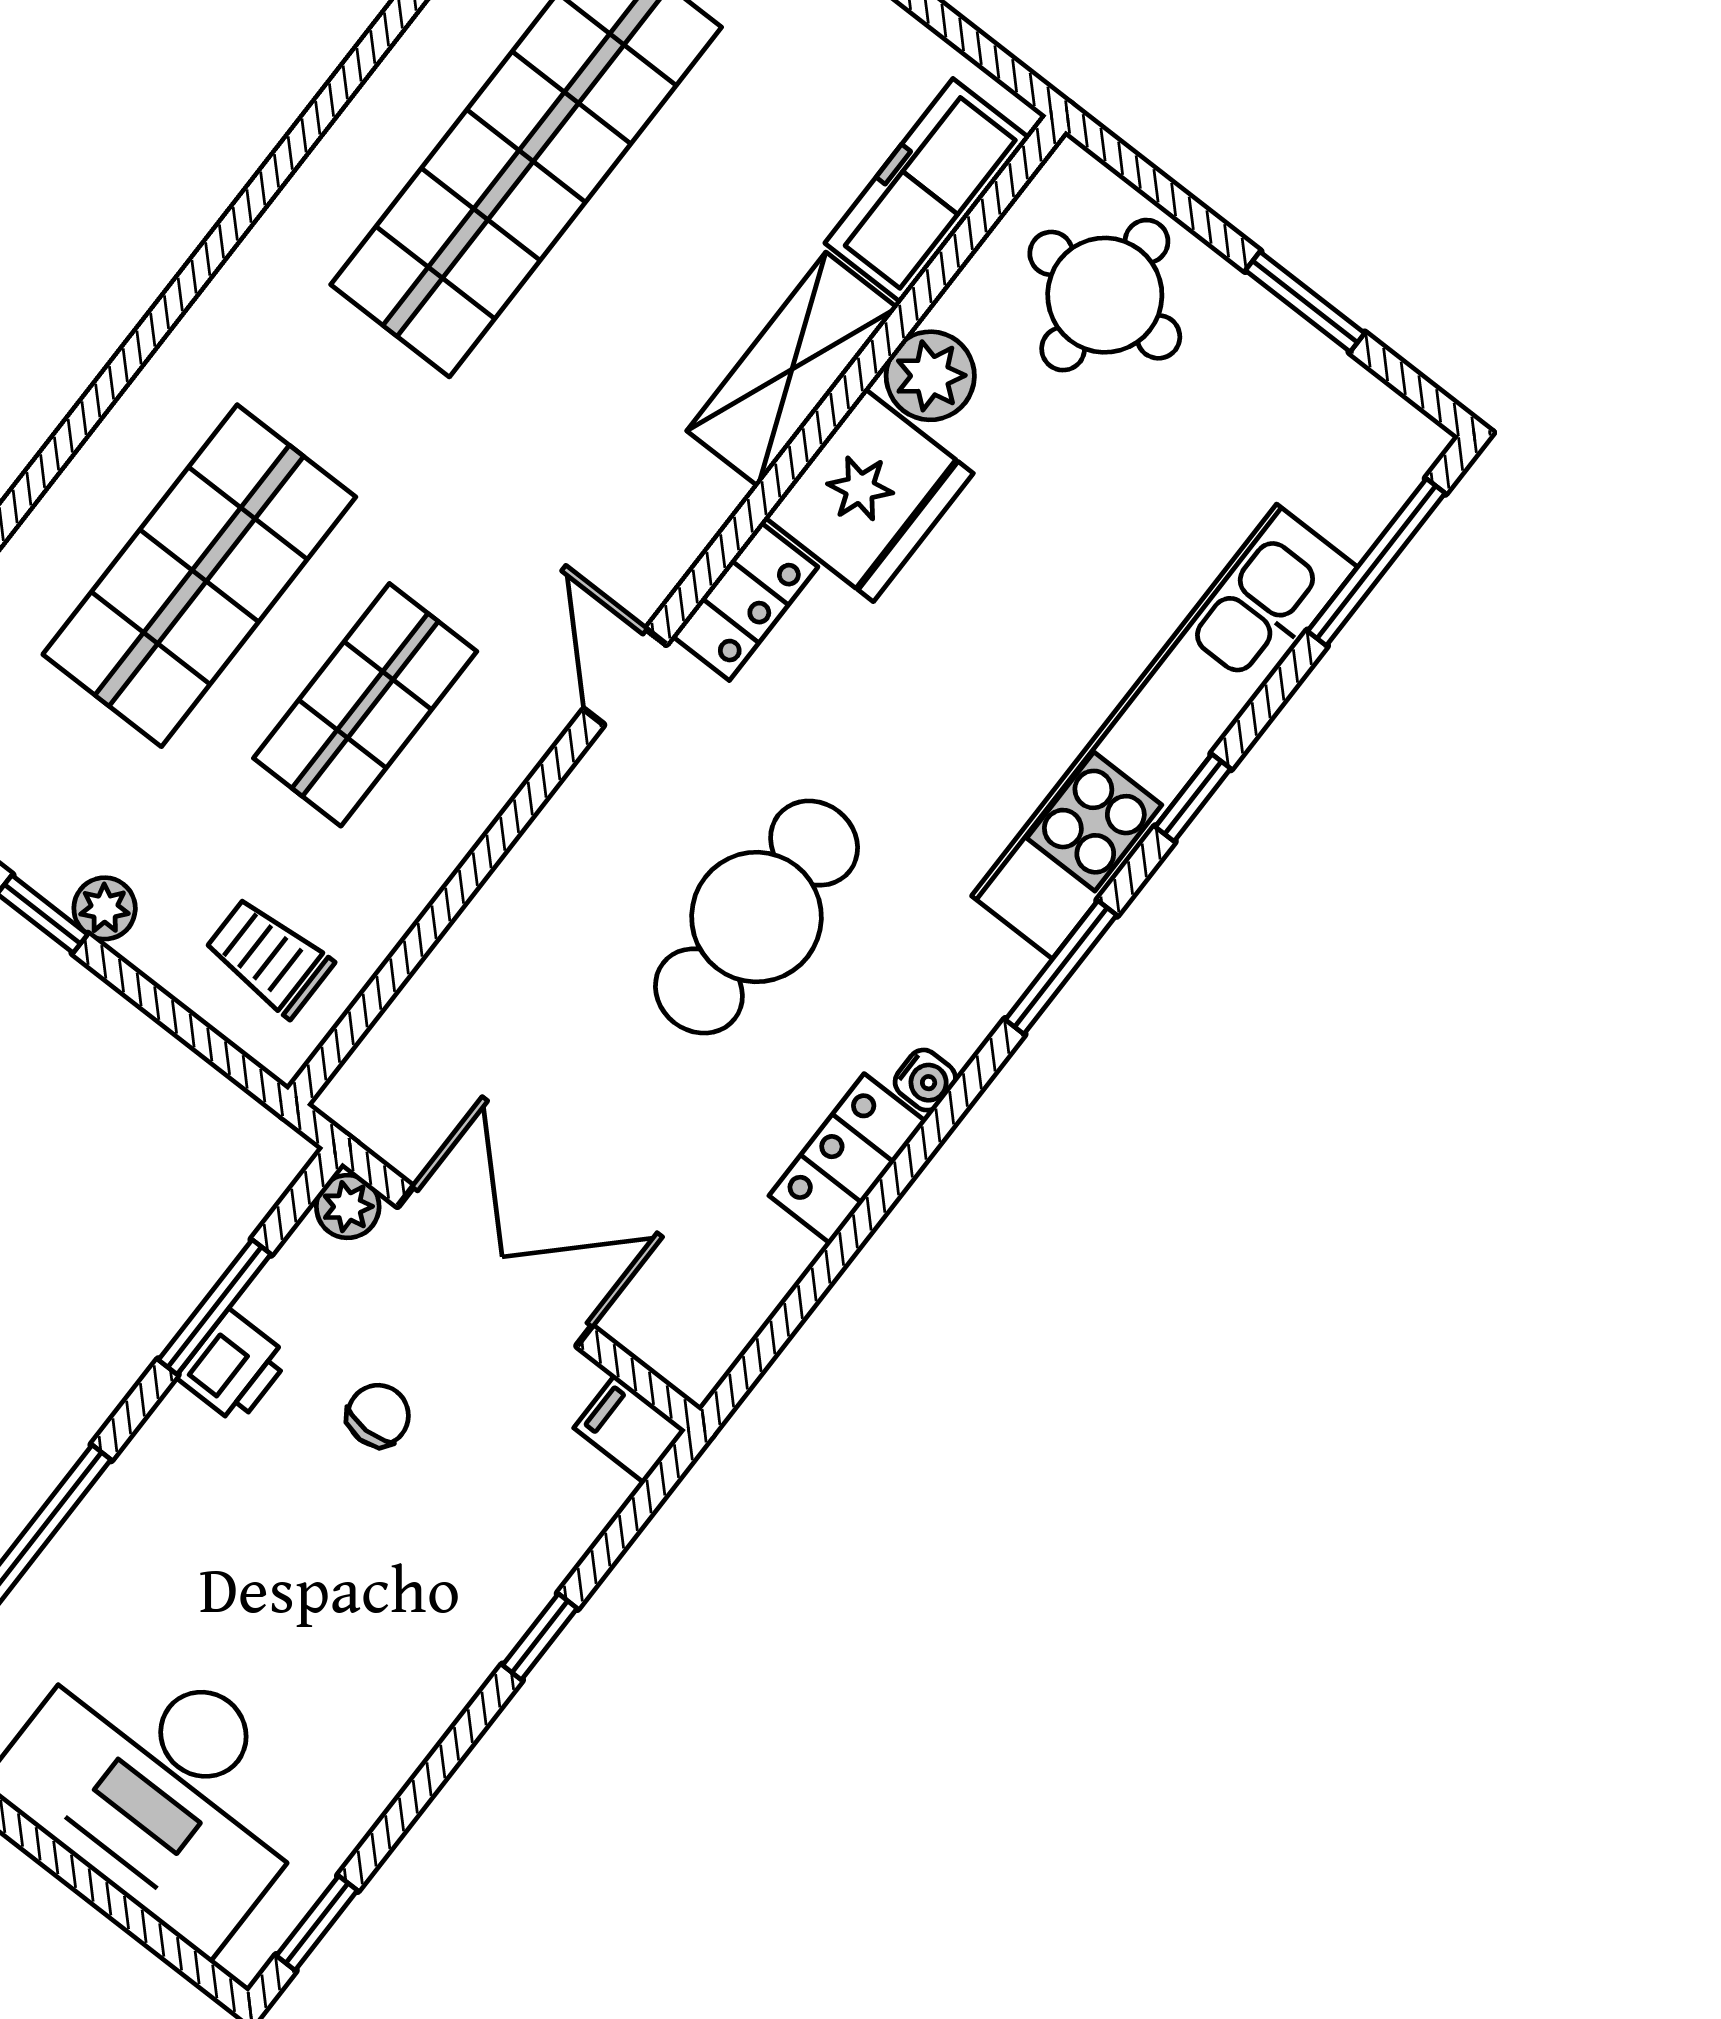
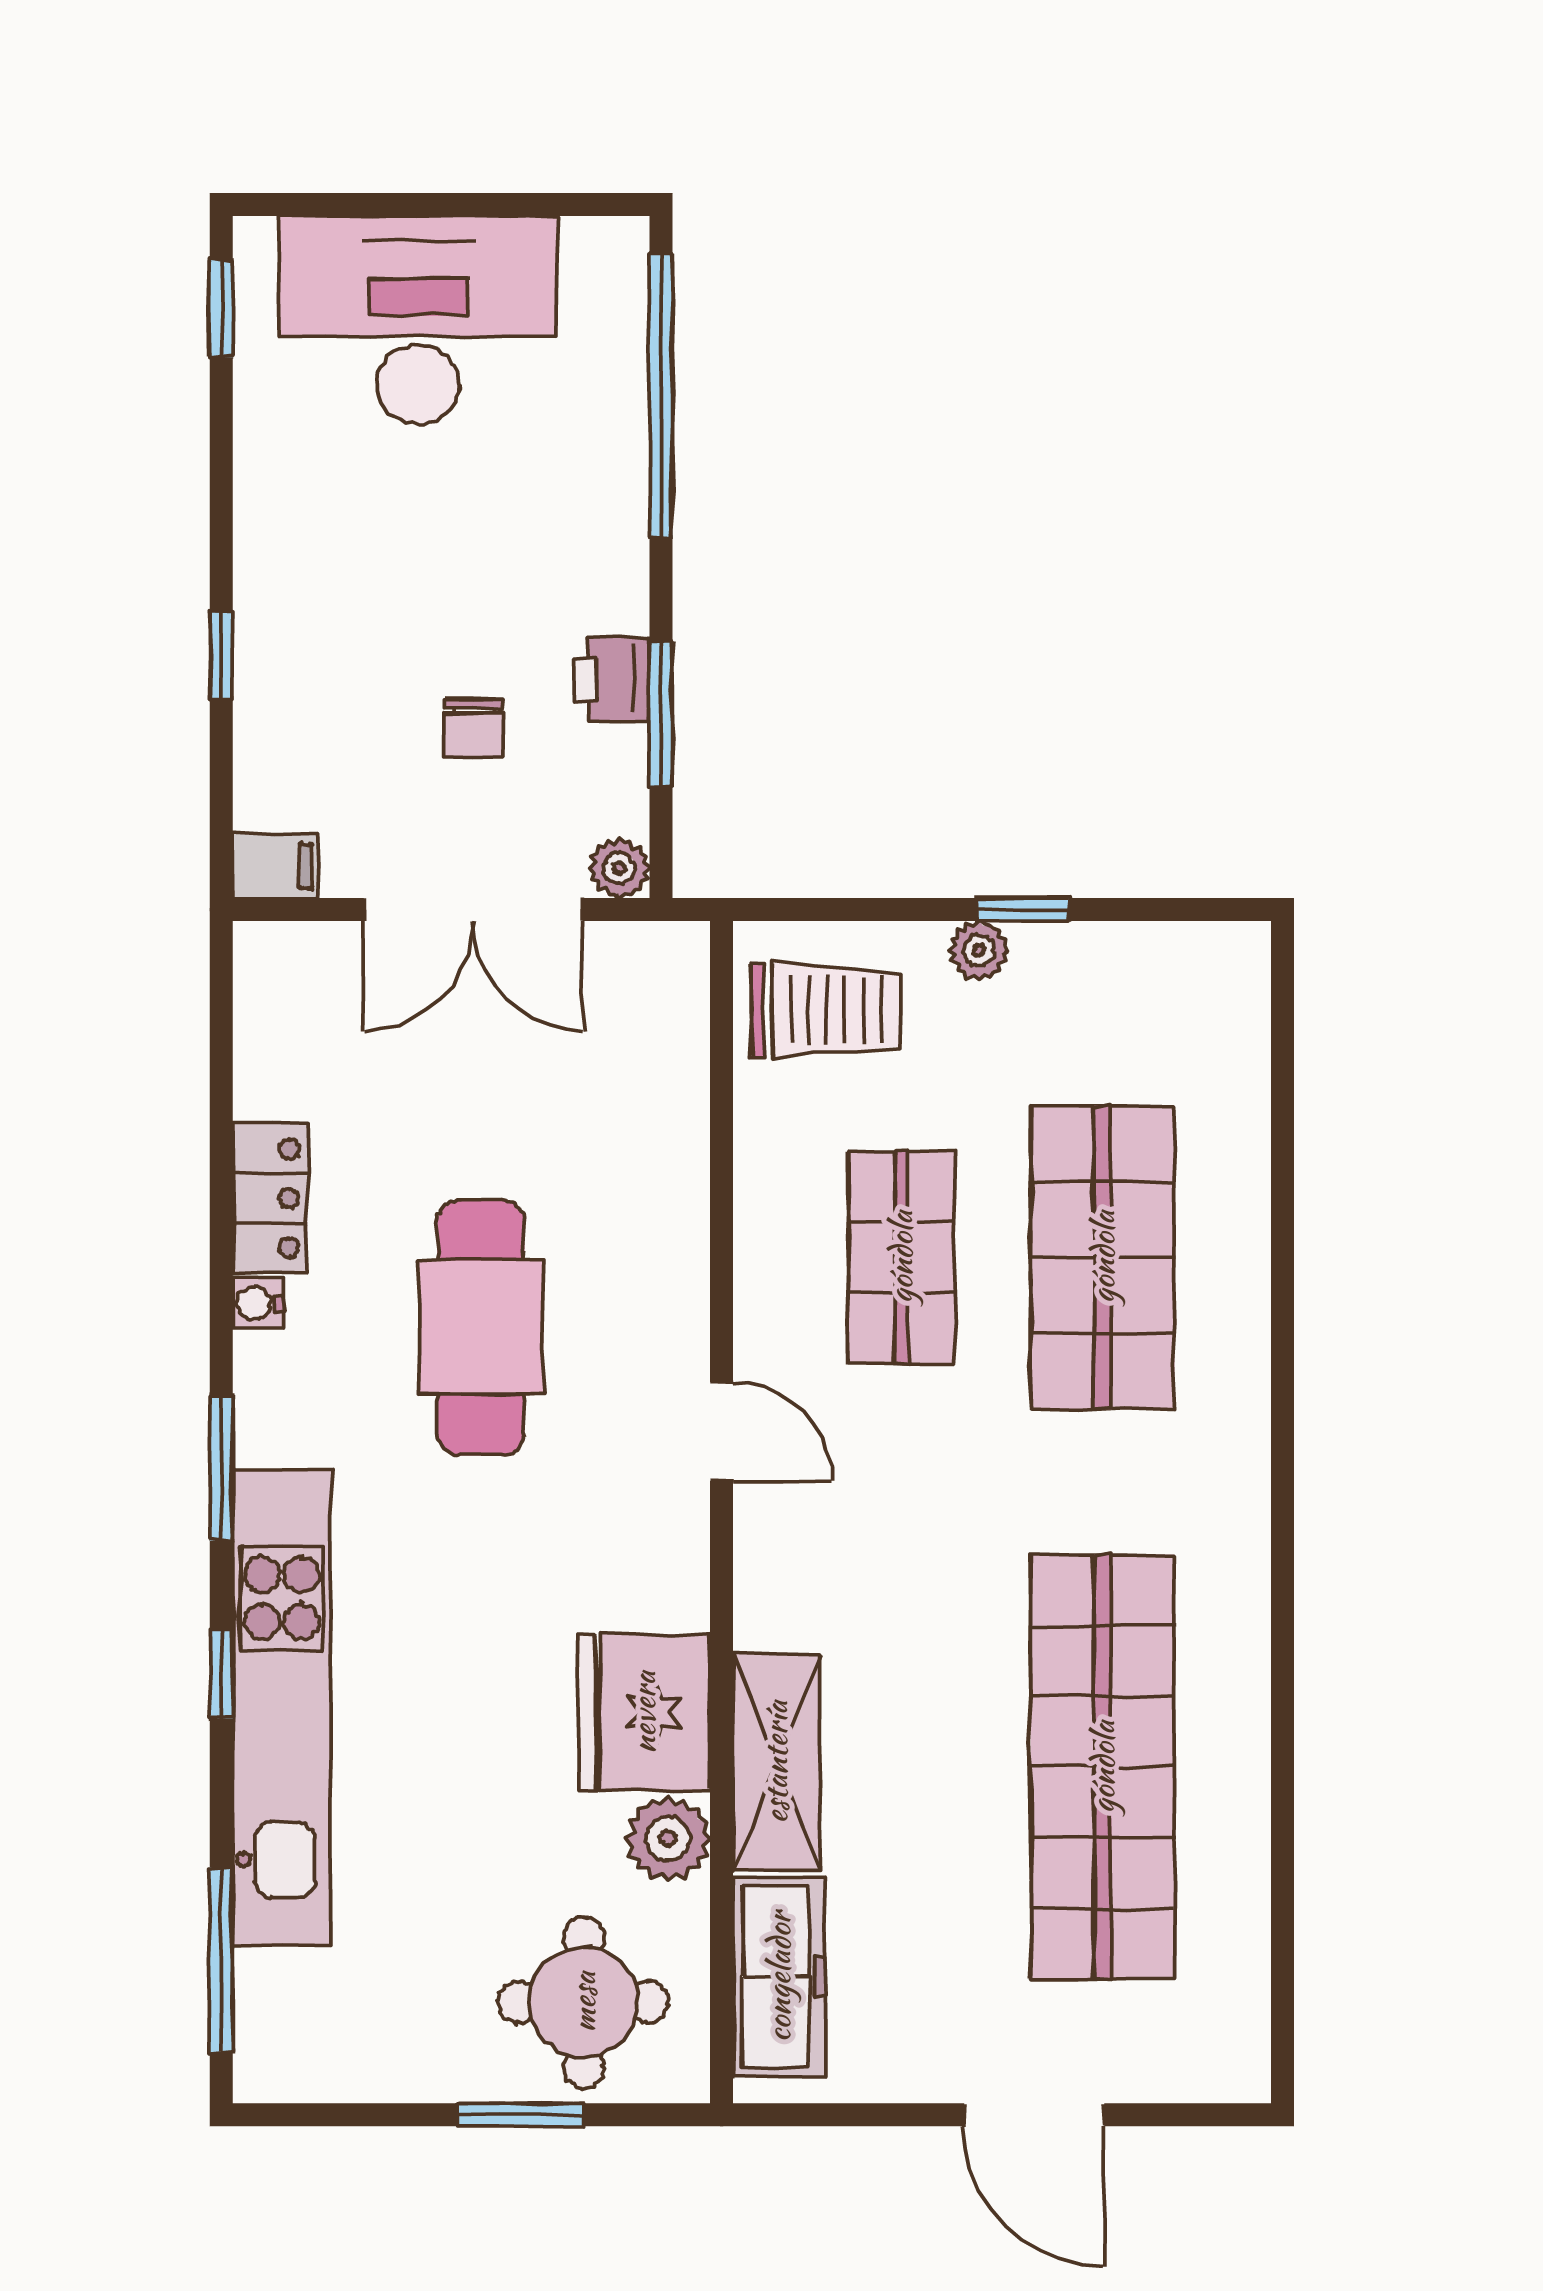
window: (1305, 302) -> (521, 2115), moved
locker: (745, 601) -> (675, 1559), removed
trolley: (269, 957) -> (826, 1010), width x1.36, depth x1.39

